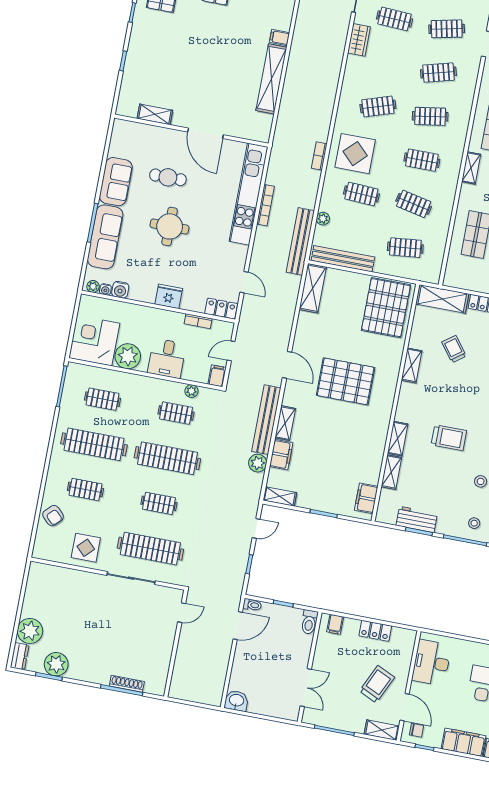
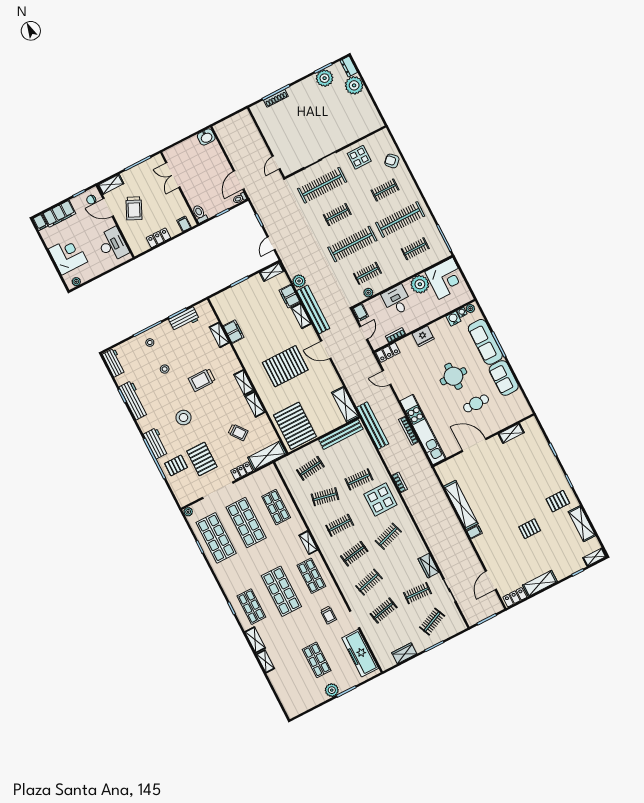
plant: (323, 219) -> (370, 448), removed
shelving: (398, 439) -> (244, 382), moved
filing cabinet: (366, 498) -> (234, 332), moved

